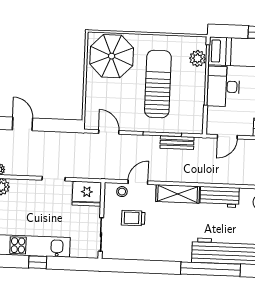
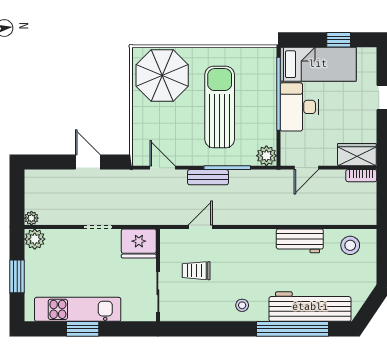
plant: (198, 58) -> (266, 156), moved
door: (23, 124) -> (88, 162), moved
bench: (177, 143) -> (208, 177), moved
stool: (122, 192) -> (242, 305), moved
shelving: (178, 194) -> (249, 239), removed
window: (38, 262) -> (83, 329), width x1.50

